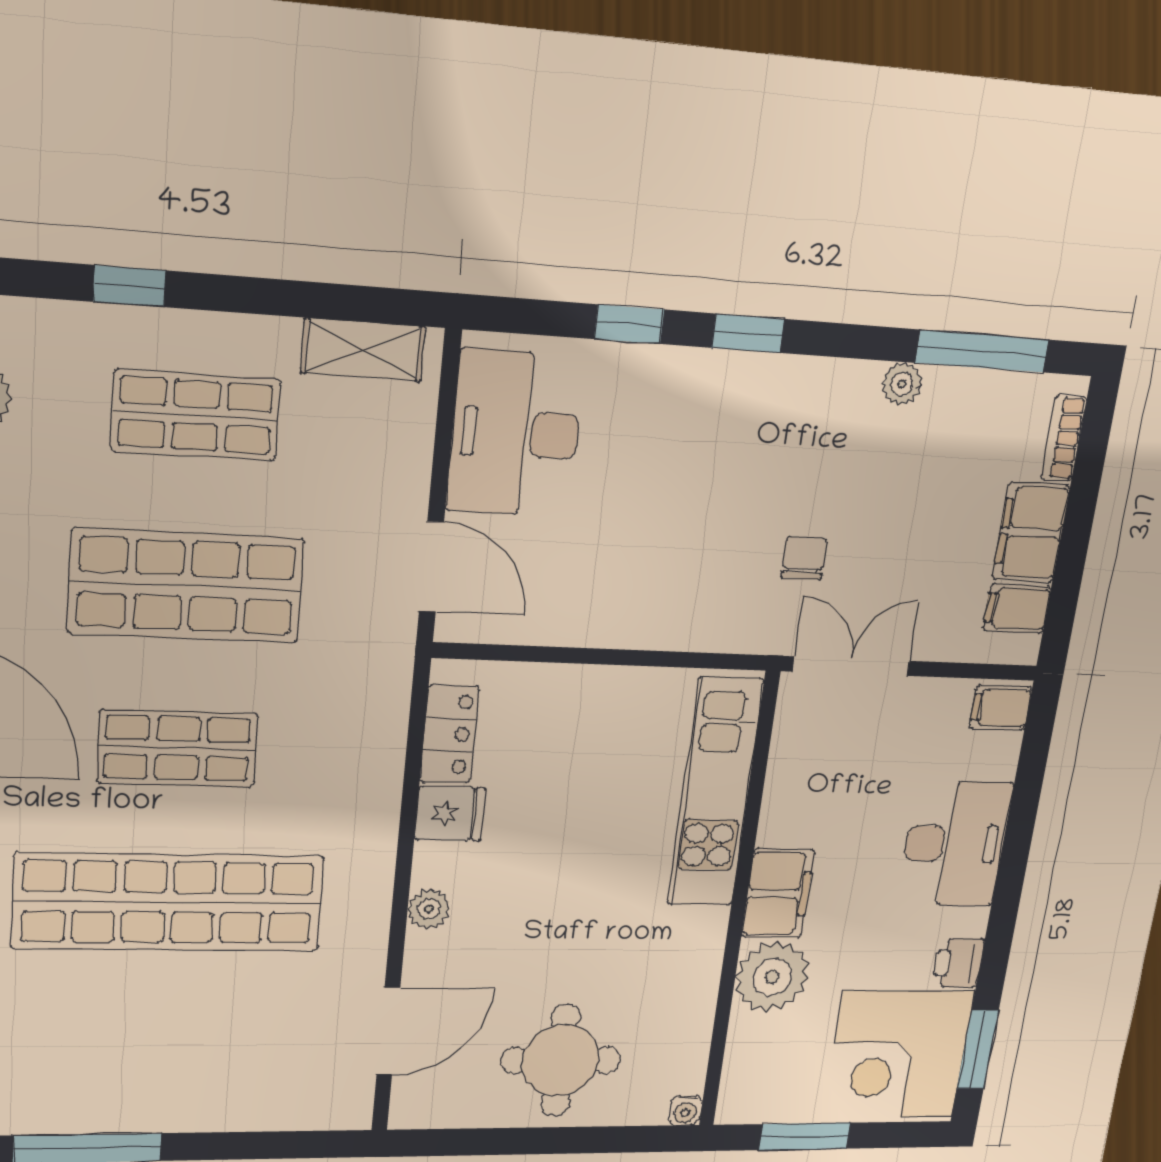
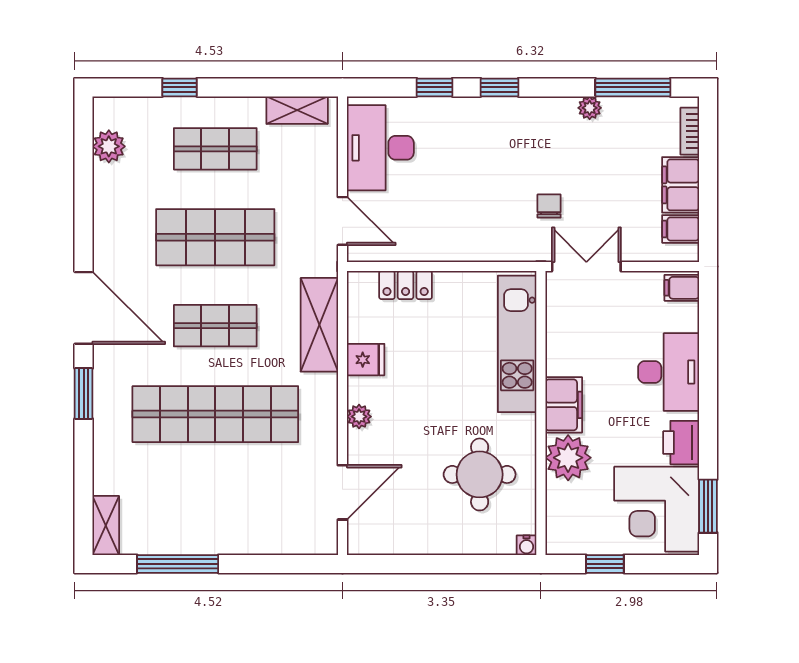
locker: (450, 734) -> (406, 285), moved, turned 90
shelving: (372, 752) -> (319, 325), added
printer: (958, 963) -> (681, 443), width x1.36, depth x1.24
round table: (561, 1060) -> (480, 474), moved
window: (805, 1136) -> (605, 564), width x0.67

